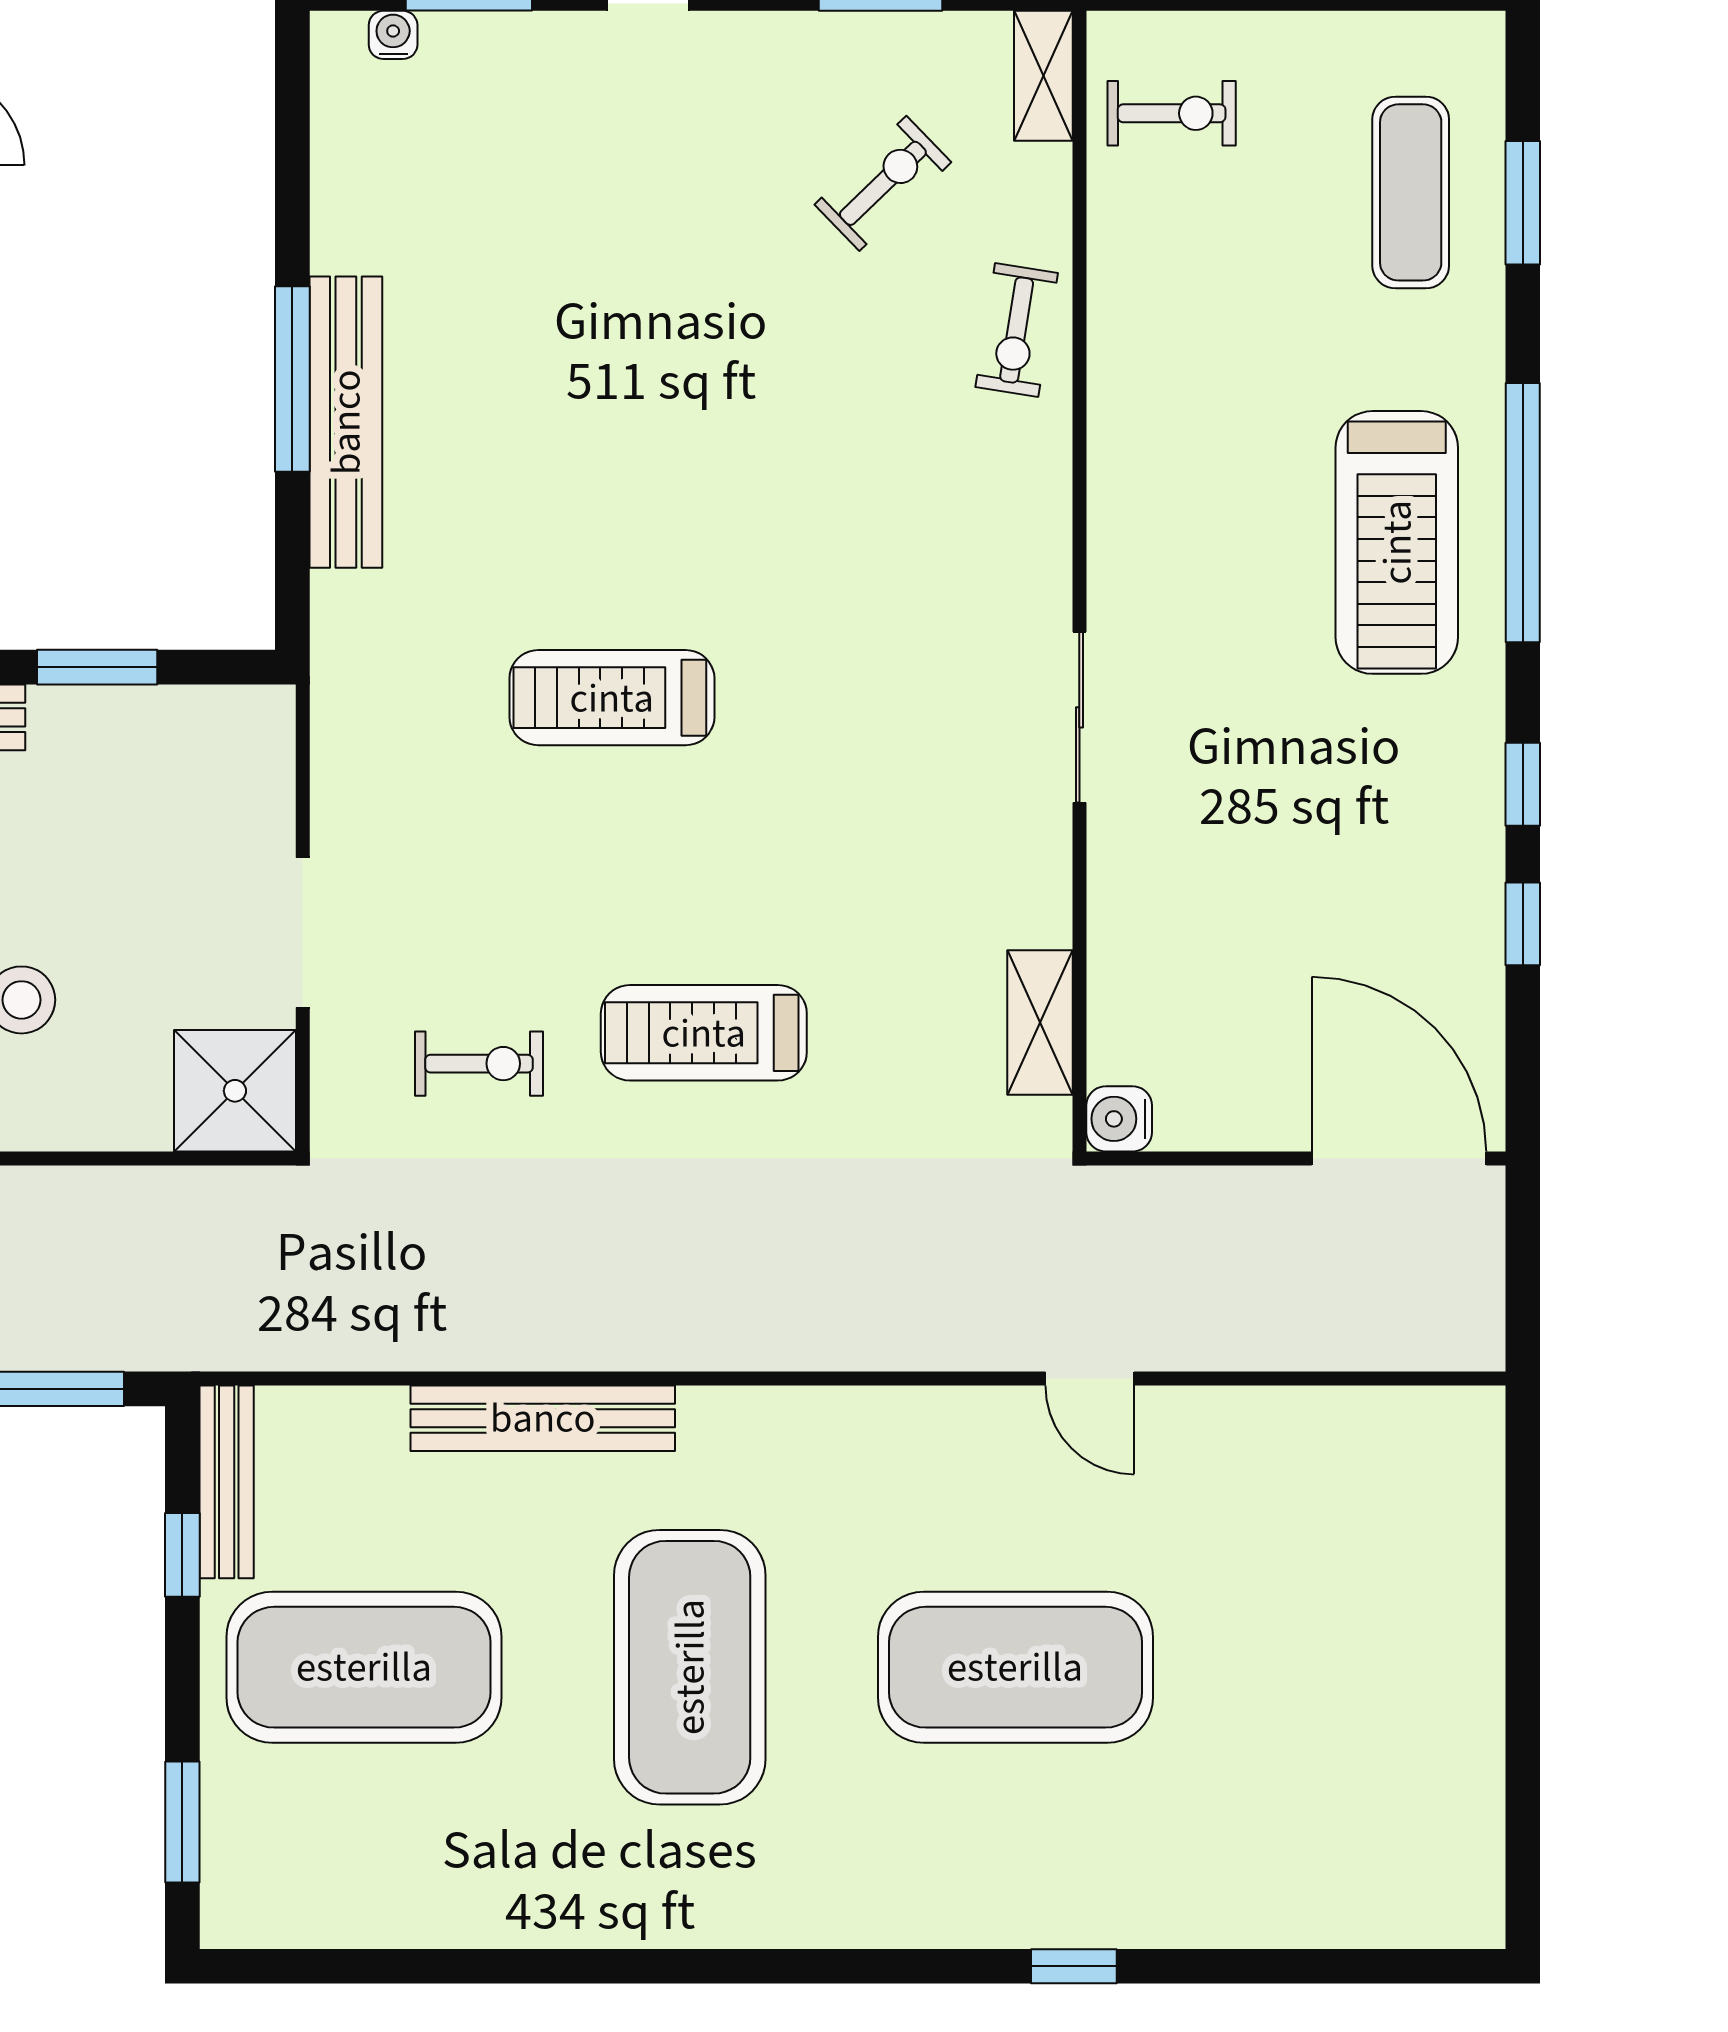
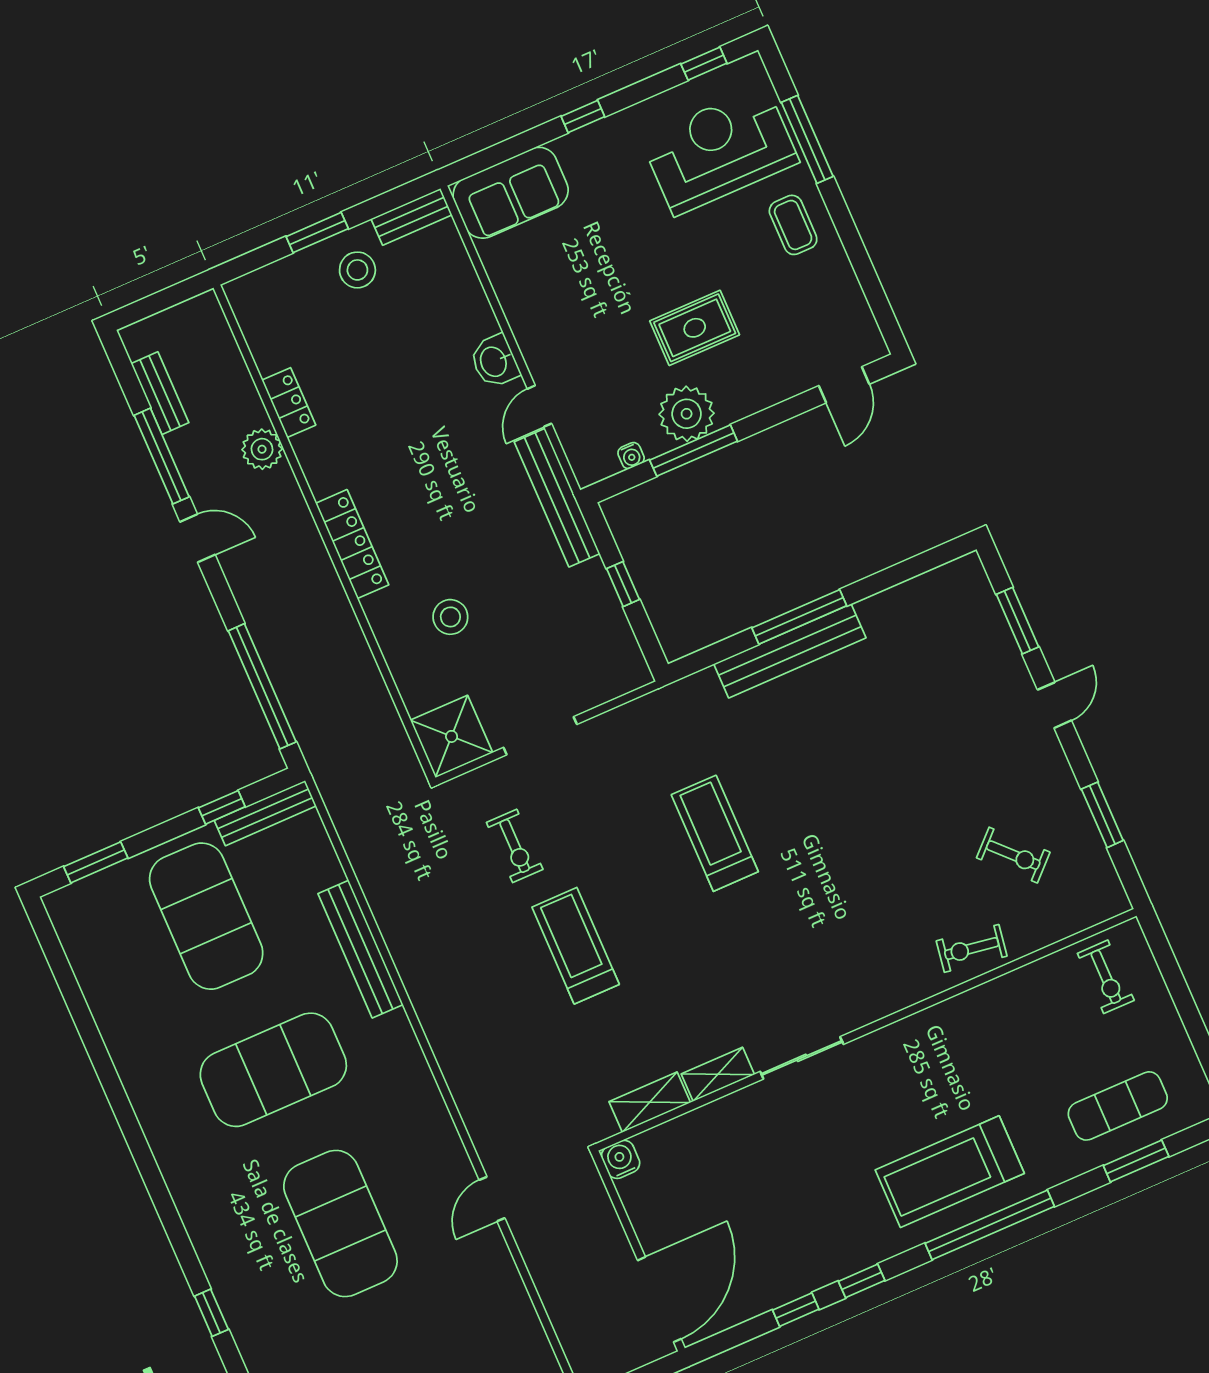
water cooler: (393, 35) -> (982, 593), removed
shelving: (1043, 76) -> (718, 1074), moved
window: (97, 667) -> (623, 584), width x0.67

